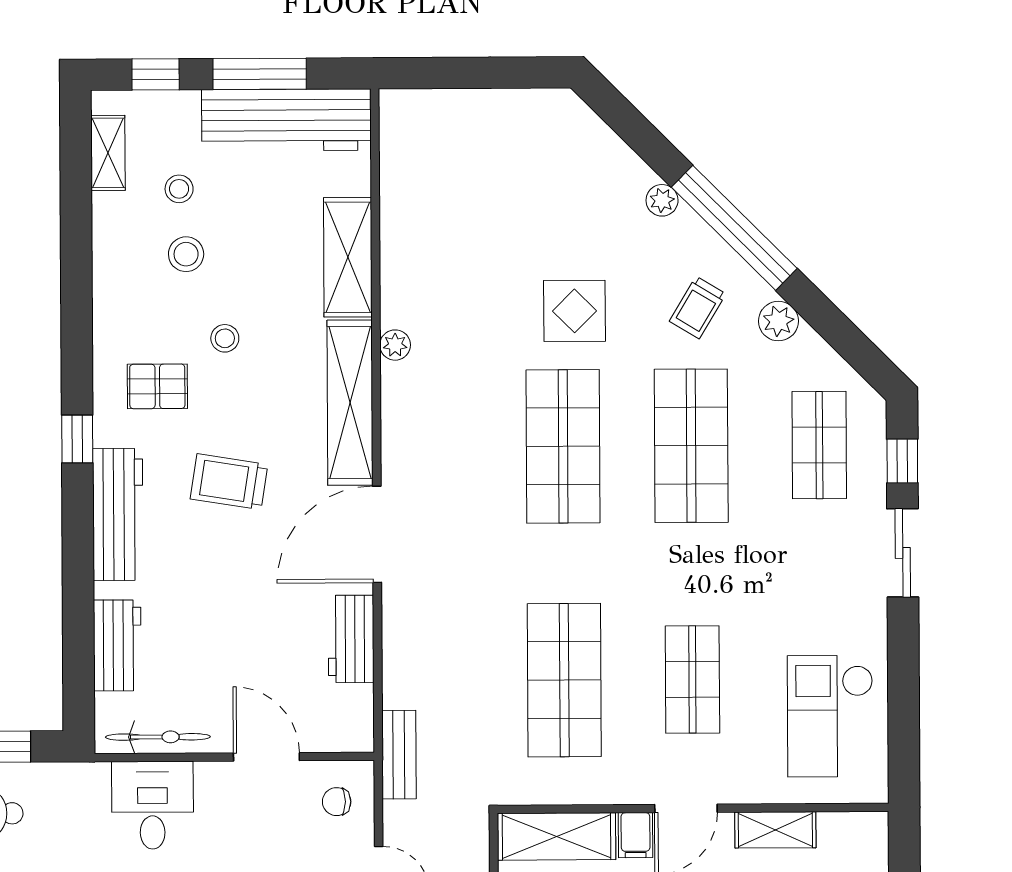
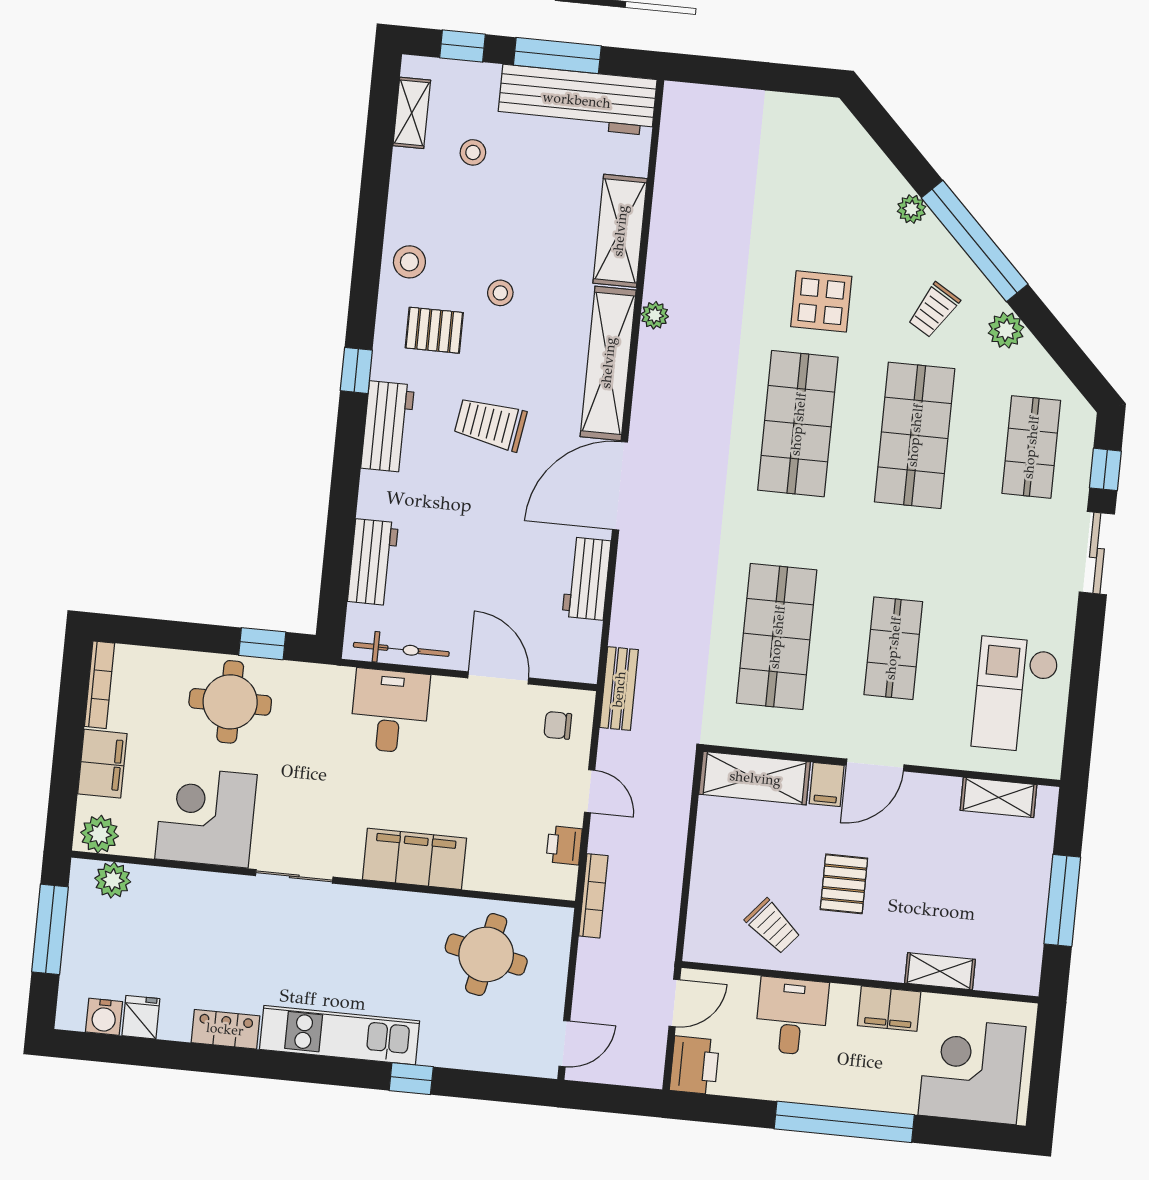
stool: (186, 254) -> (409, 262), moved
workbench: (118, 514) -> (388, 427), width x0.73
shelving: (775, 830) -> (998, 797), moved

